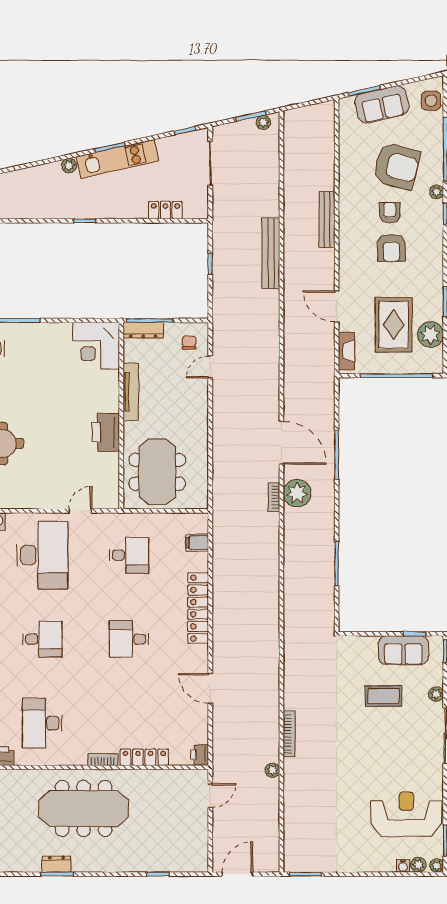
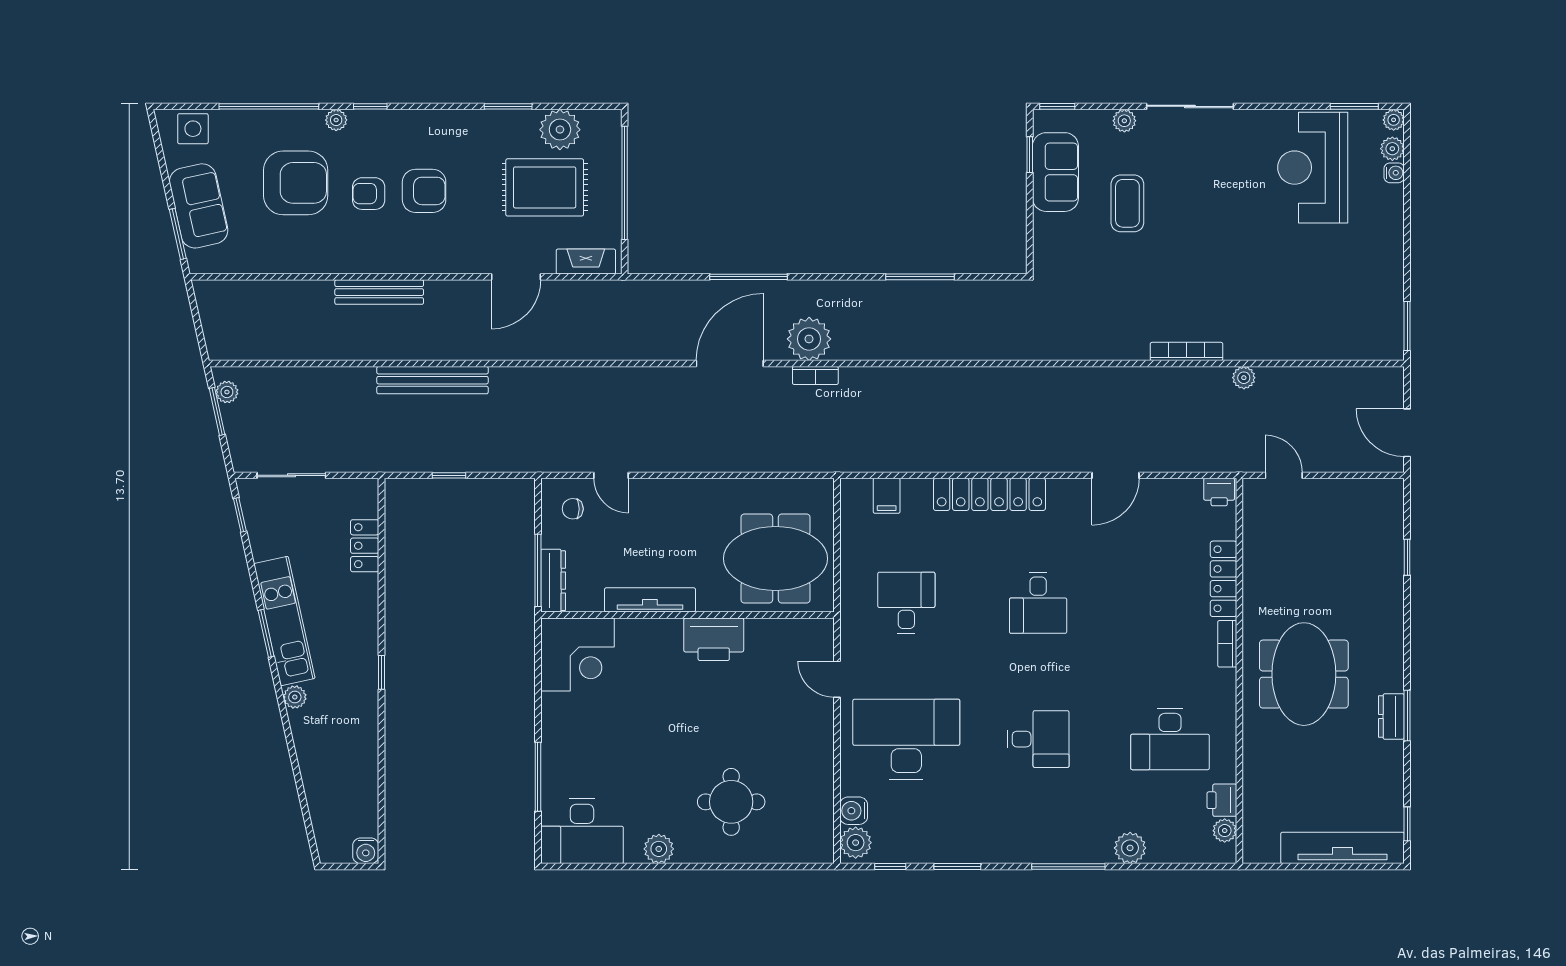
armchair: (397, 166) -> (296, 183), turned 75
desk: (42, 639) -> (1038, 739), turned 90
meeting table: (84, 808) -> (1304, 674), width x0.73

